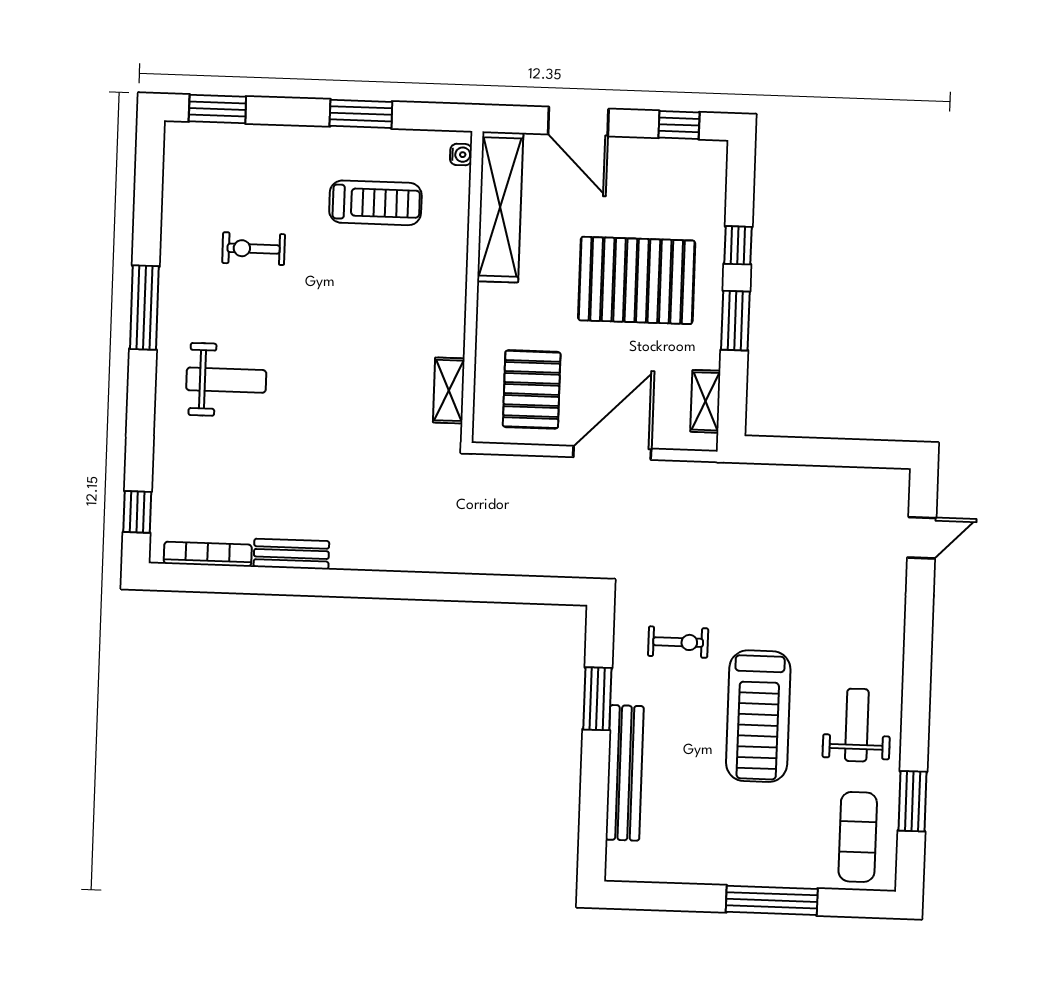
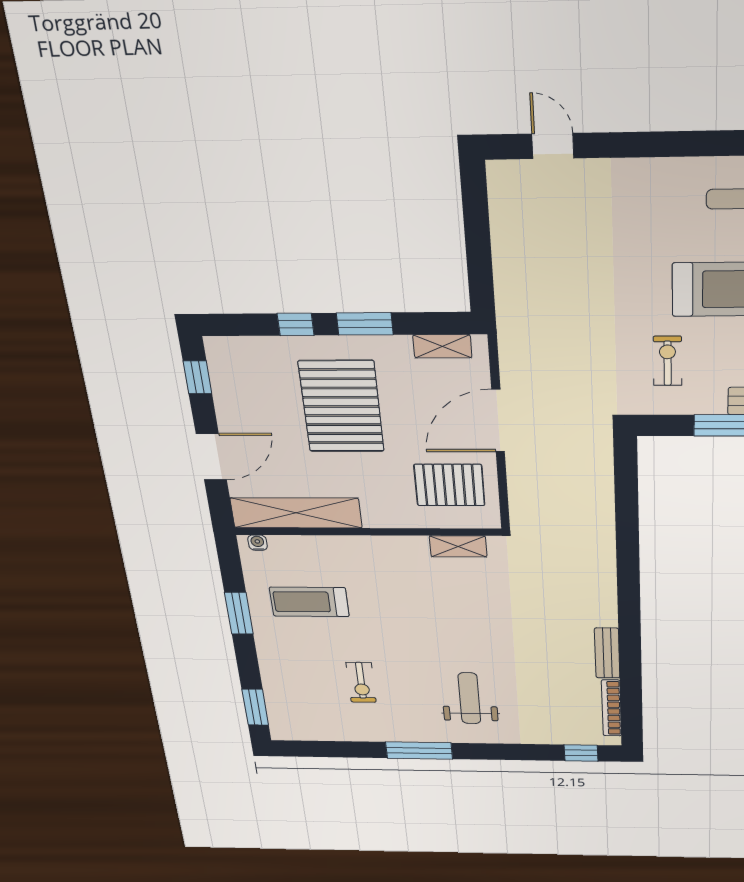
treadmill: (375, 203) -> (309, 602), turned -90
door: (612, 453) -> (498, 421), hinge flipped

